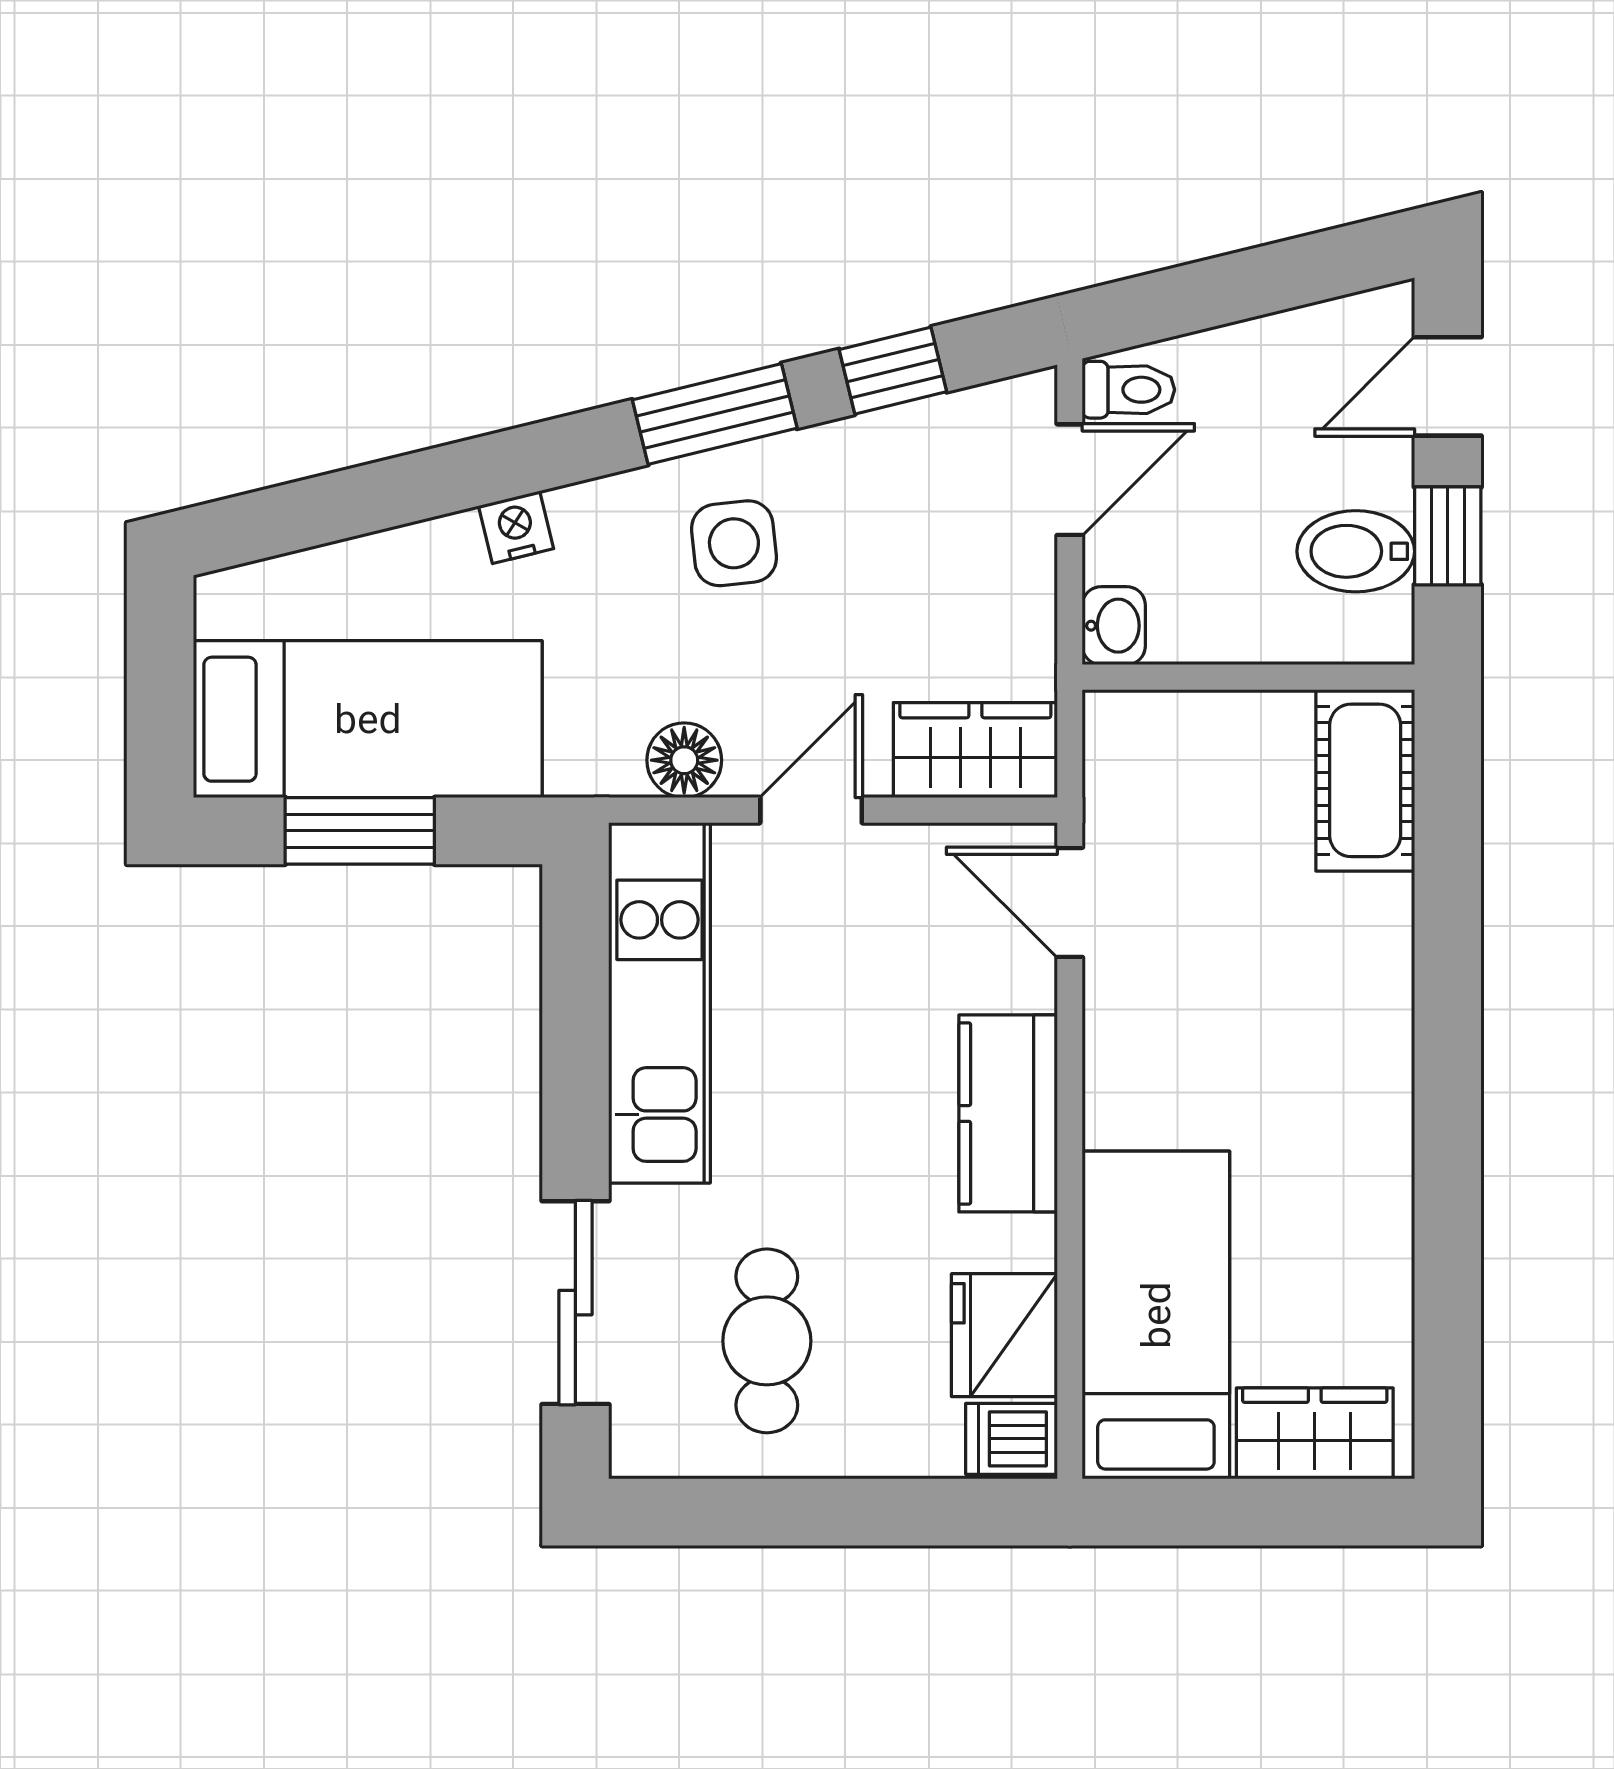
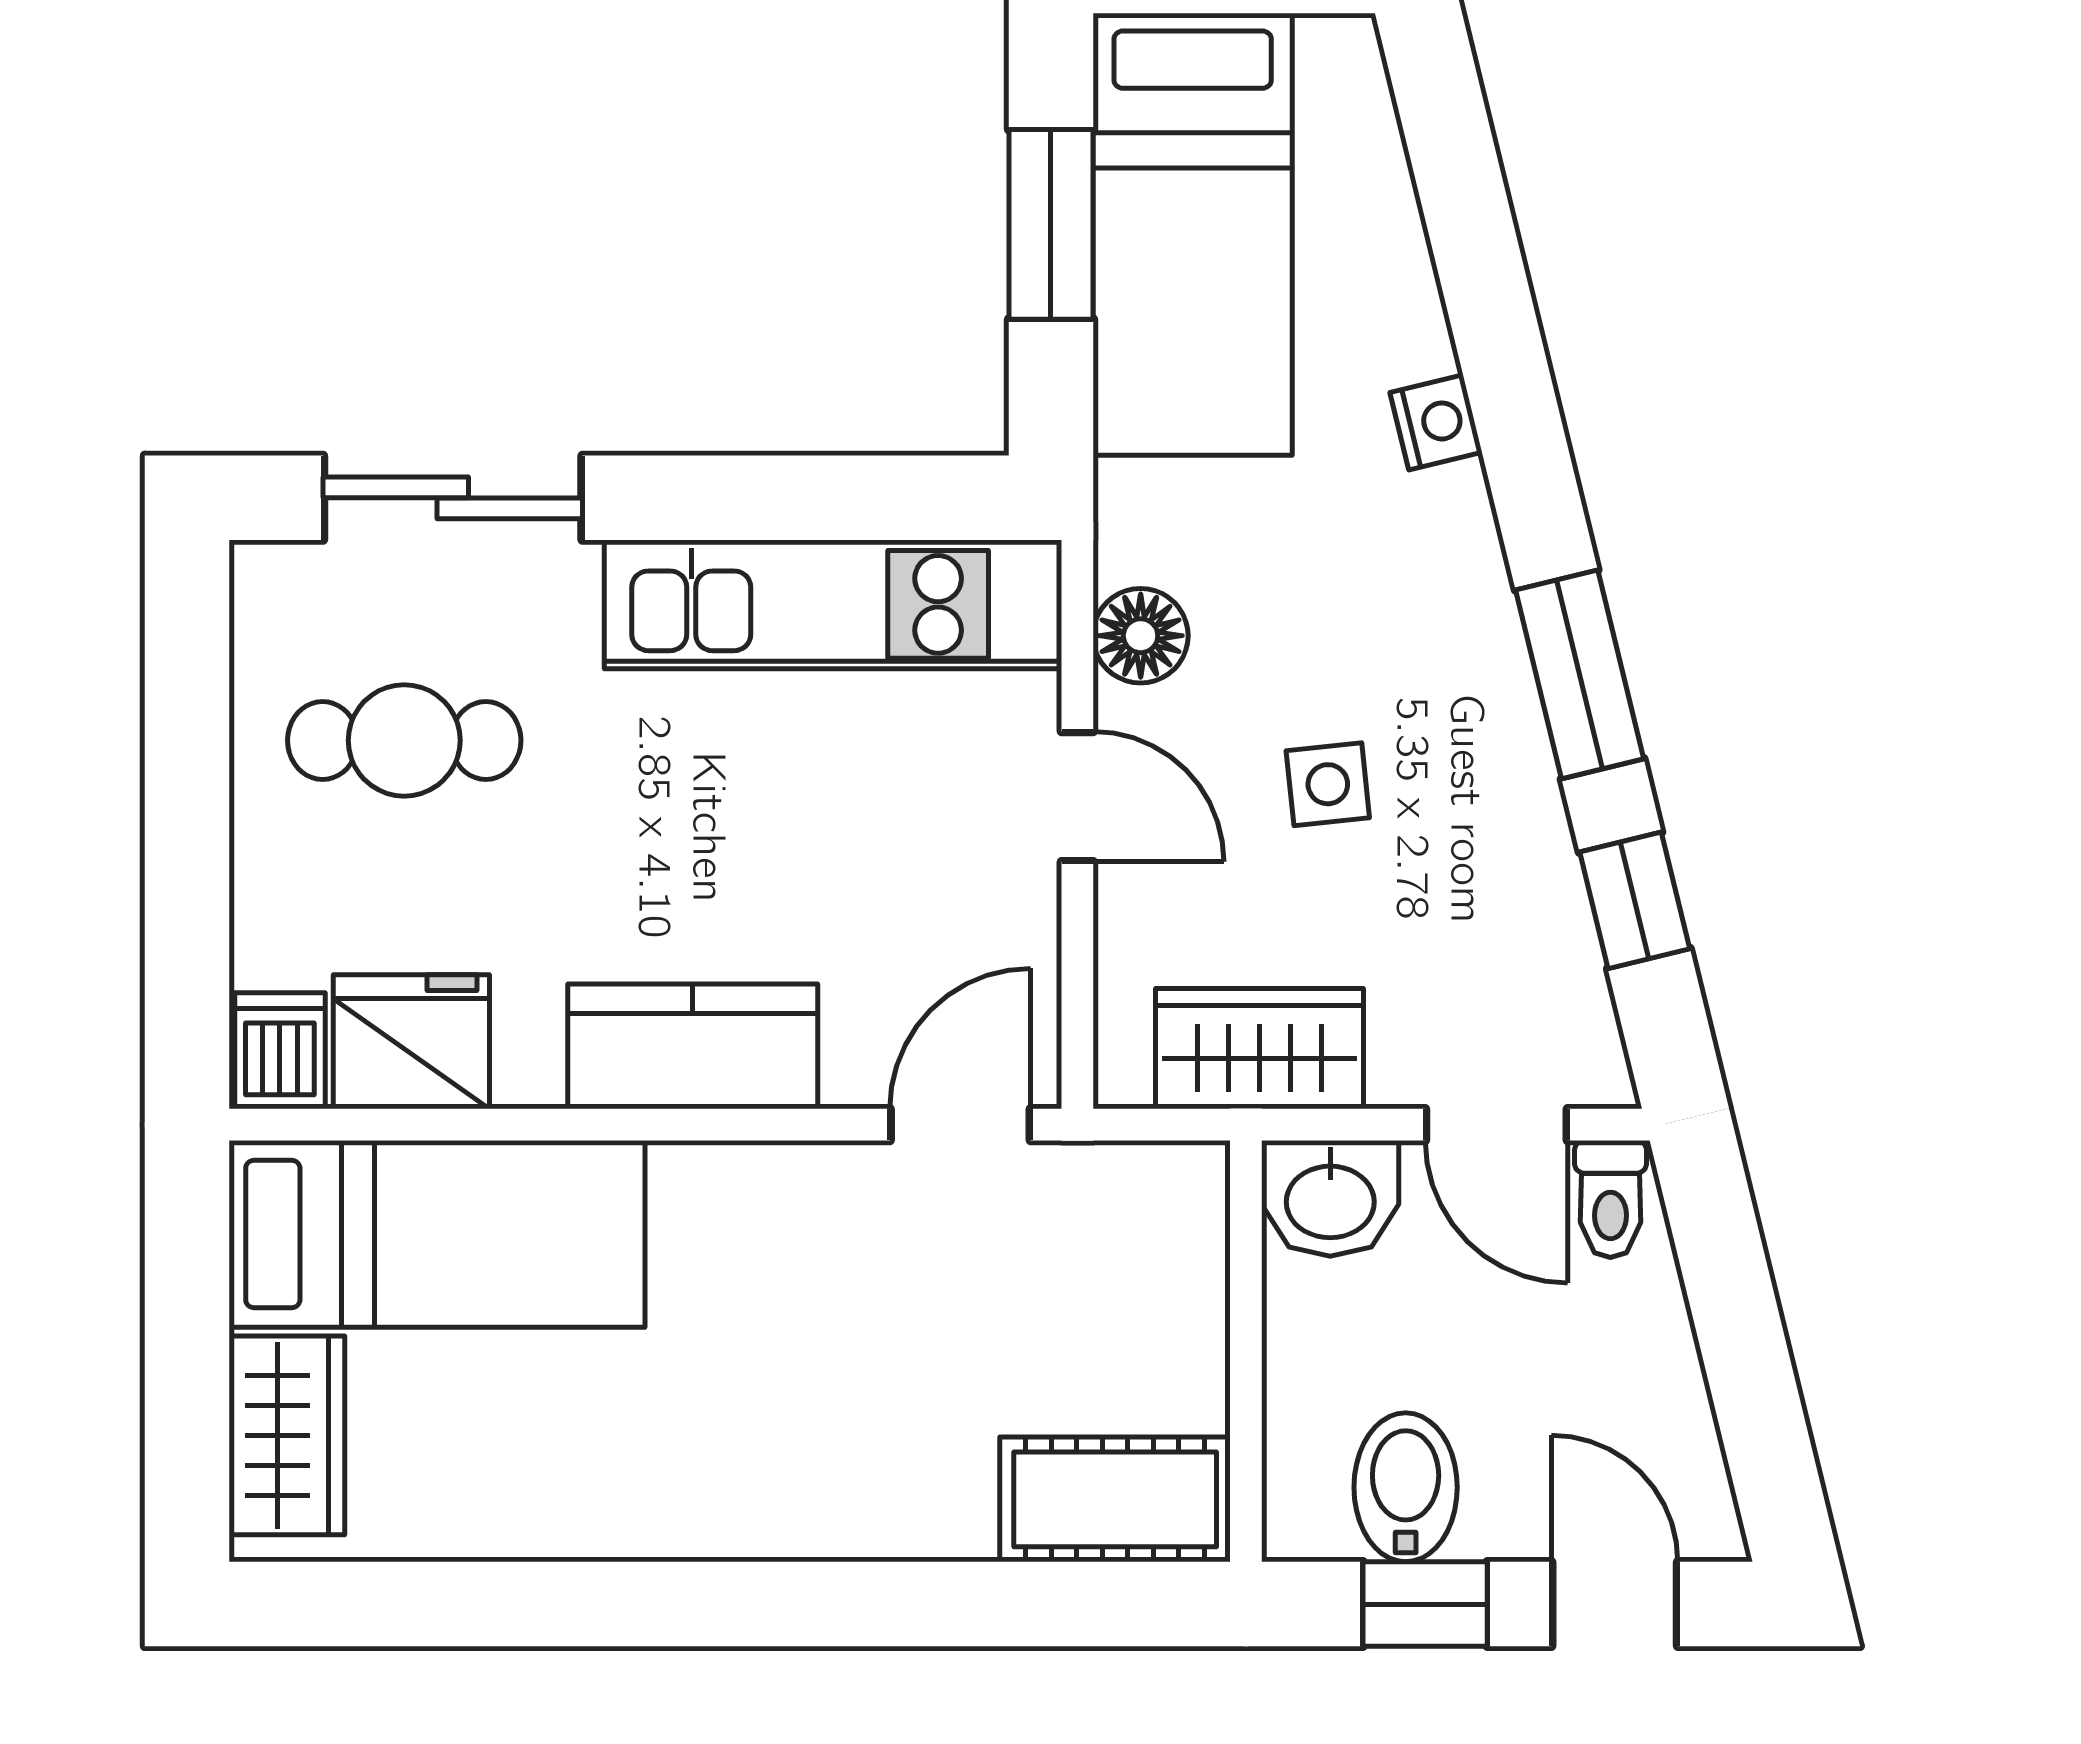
side table: (734, 543) -> (1328, 784), moved, width x0.73, depth x0.73
washbasin: (1114, 626) -> (1330, 1198), width x1.38, depth x1.45
wardrobe: (975, 750) -> (1259, 1049), moved, turned -90

